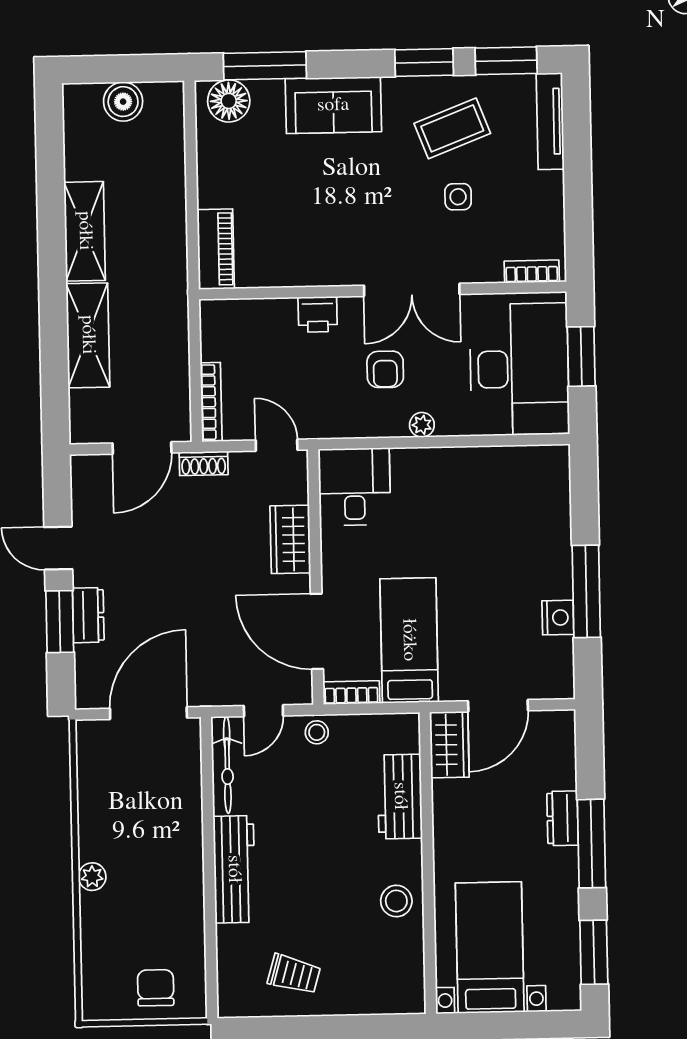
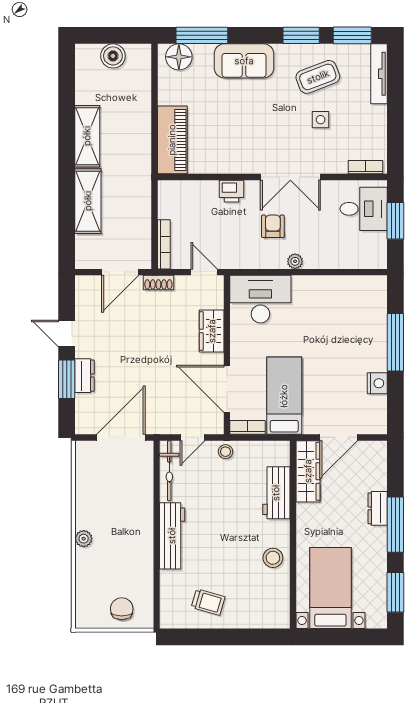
piano: (216, 249) -> (172, 140), width x1.37, depth x1.33
armchair: (385, 369) -> (273, 226), turned 180
desk: (519, 369) -> (364, 209), width x0.53, depth x0.77
desk: (354, 487) -> (260, 299), width x1.37
window: (586, 591) -> (395, 342), moved
wardrobe: (449, 745) -> (308, 471), width x1.50

